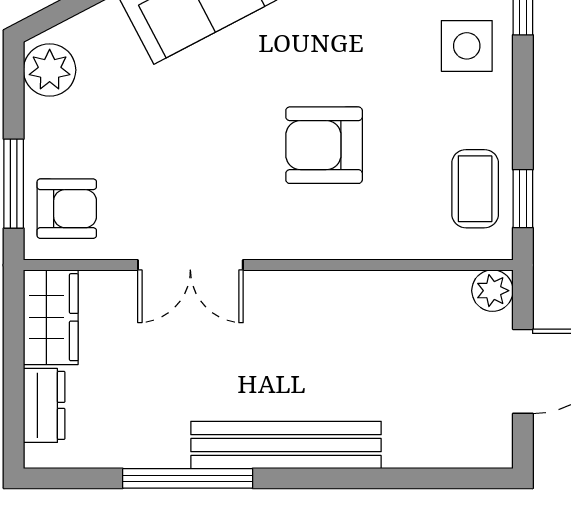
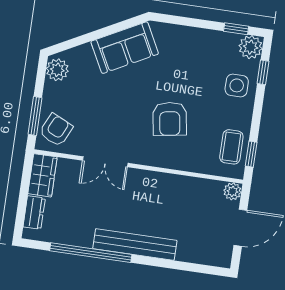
armchair: (324, 145) -> (170, 119), turned -99
armchair: (67, 209) -> (56, 130), turned -65
window: (188, 478) -> (91, 253), width x1.46

